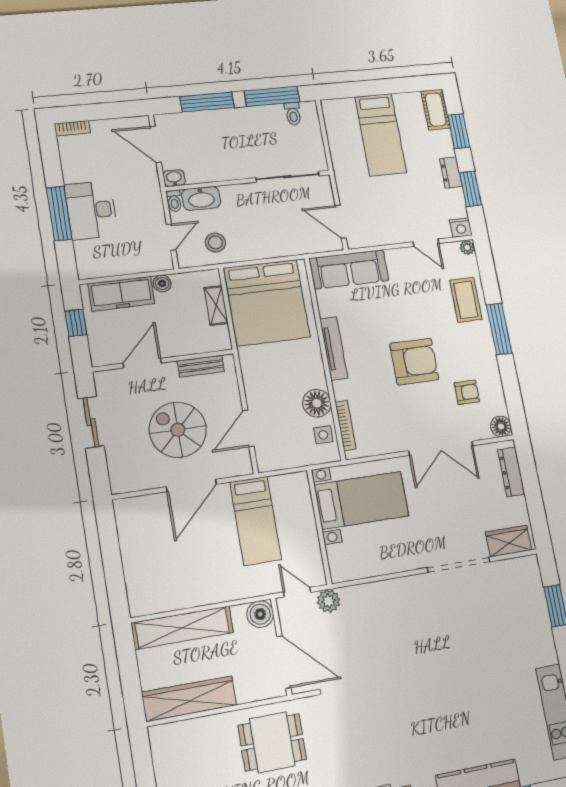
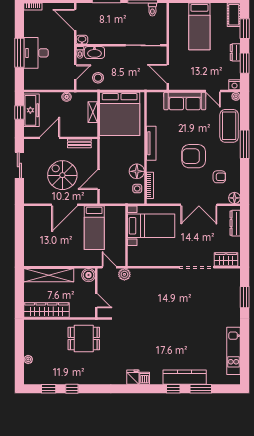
sofa: (349, 269) -> (185, 101), moved
freezer: (121, 294) -> (31, 110), moved, turned -90
coffee table: (466, 300) -> (229, 126), width x1.36, depth x1.32
armchair: (414, 362) -> (194, 156), turned 180
door: (284, 662) -> (96, 301), width x0.53

